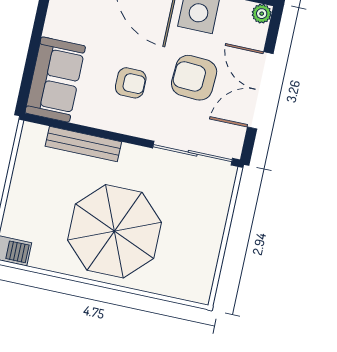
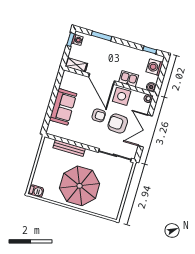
sofa: (55, 79) -> (63, 107), moved
armchair: (131, 83) -> (99, 115), moved

